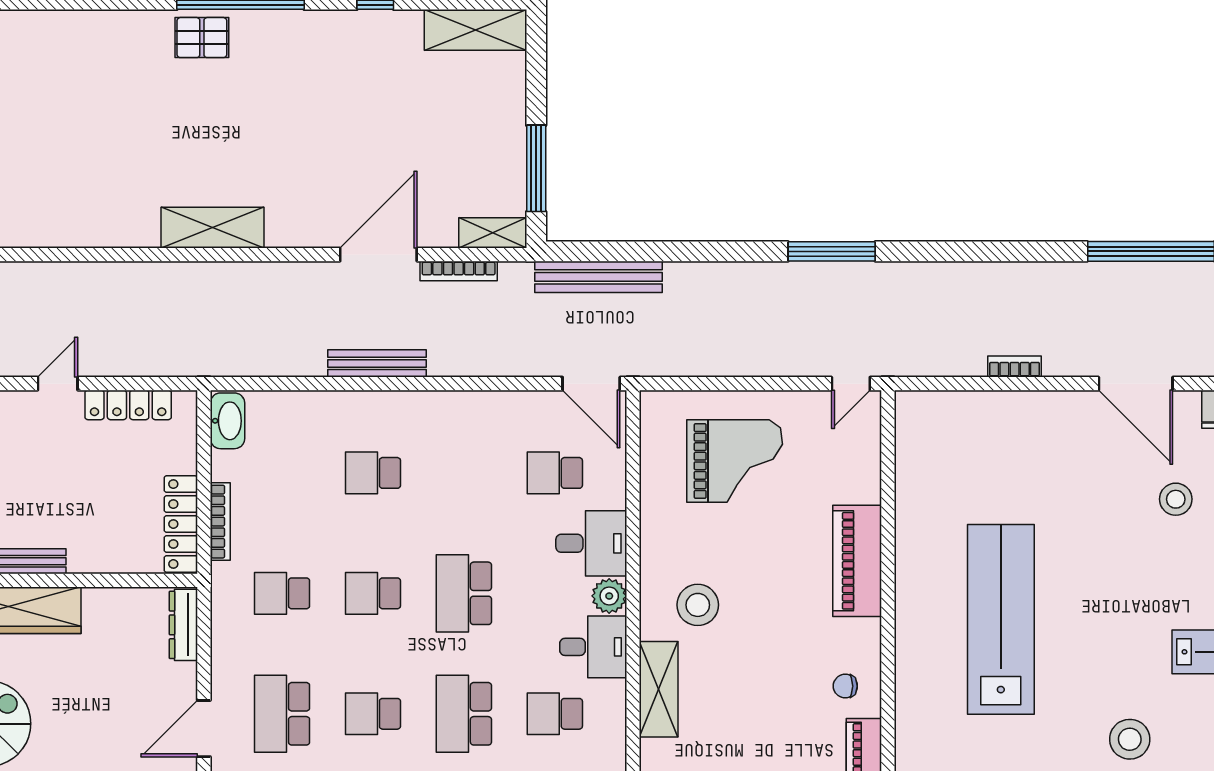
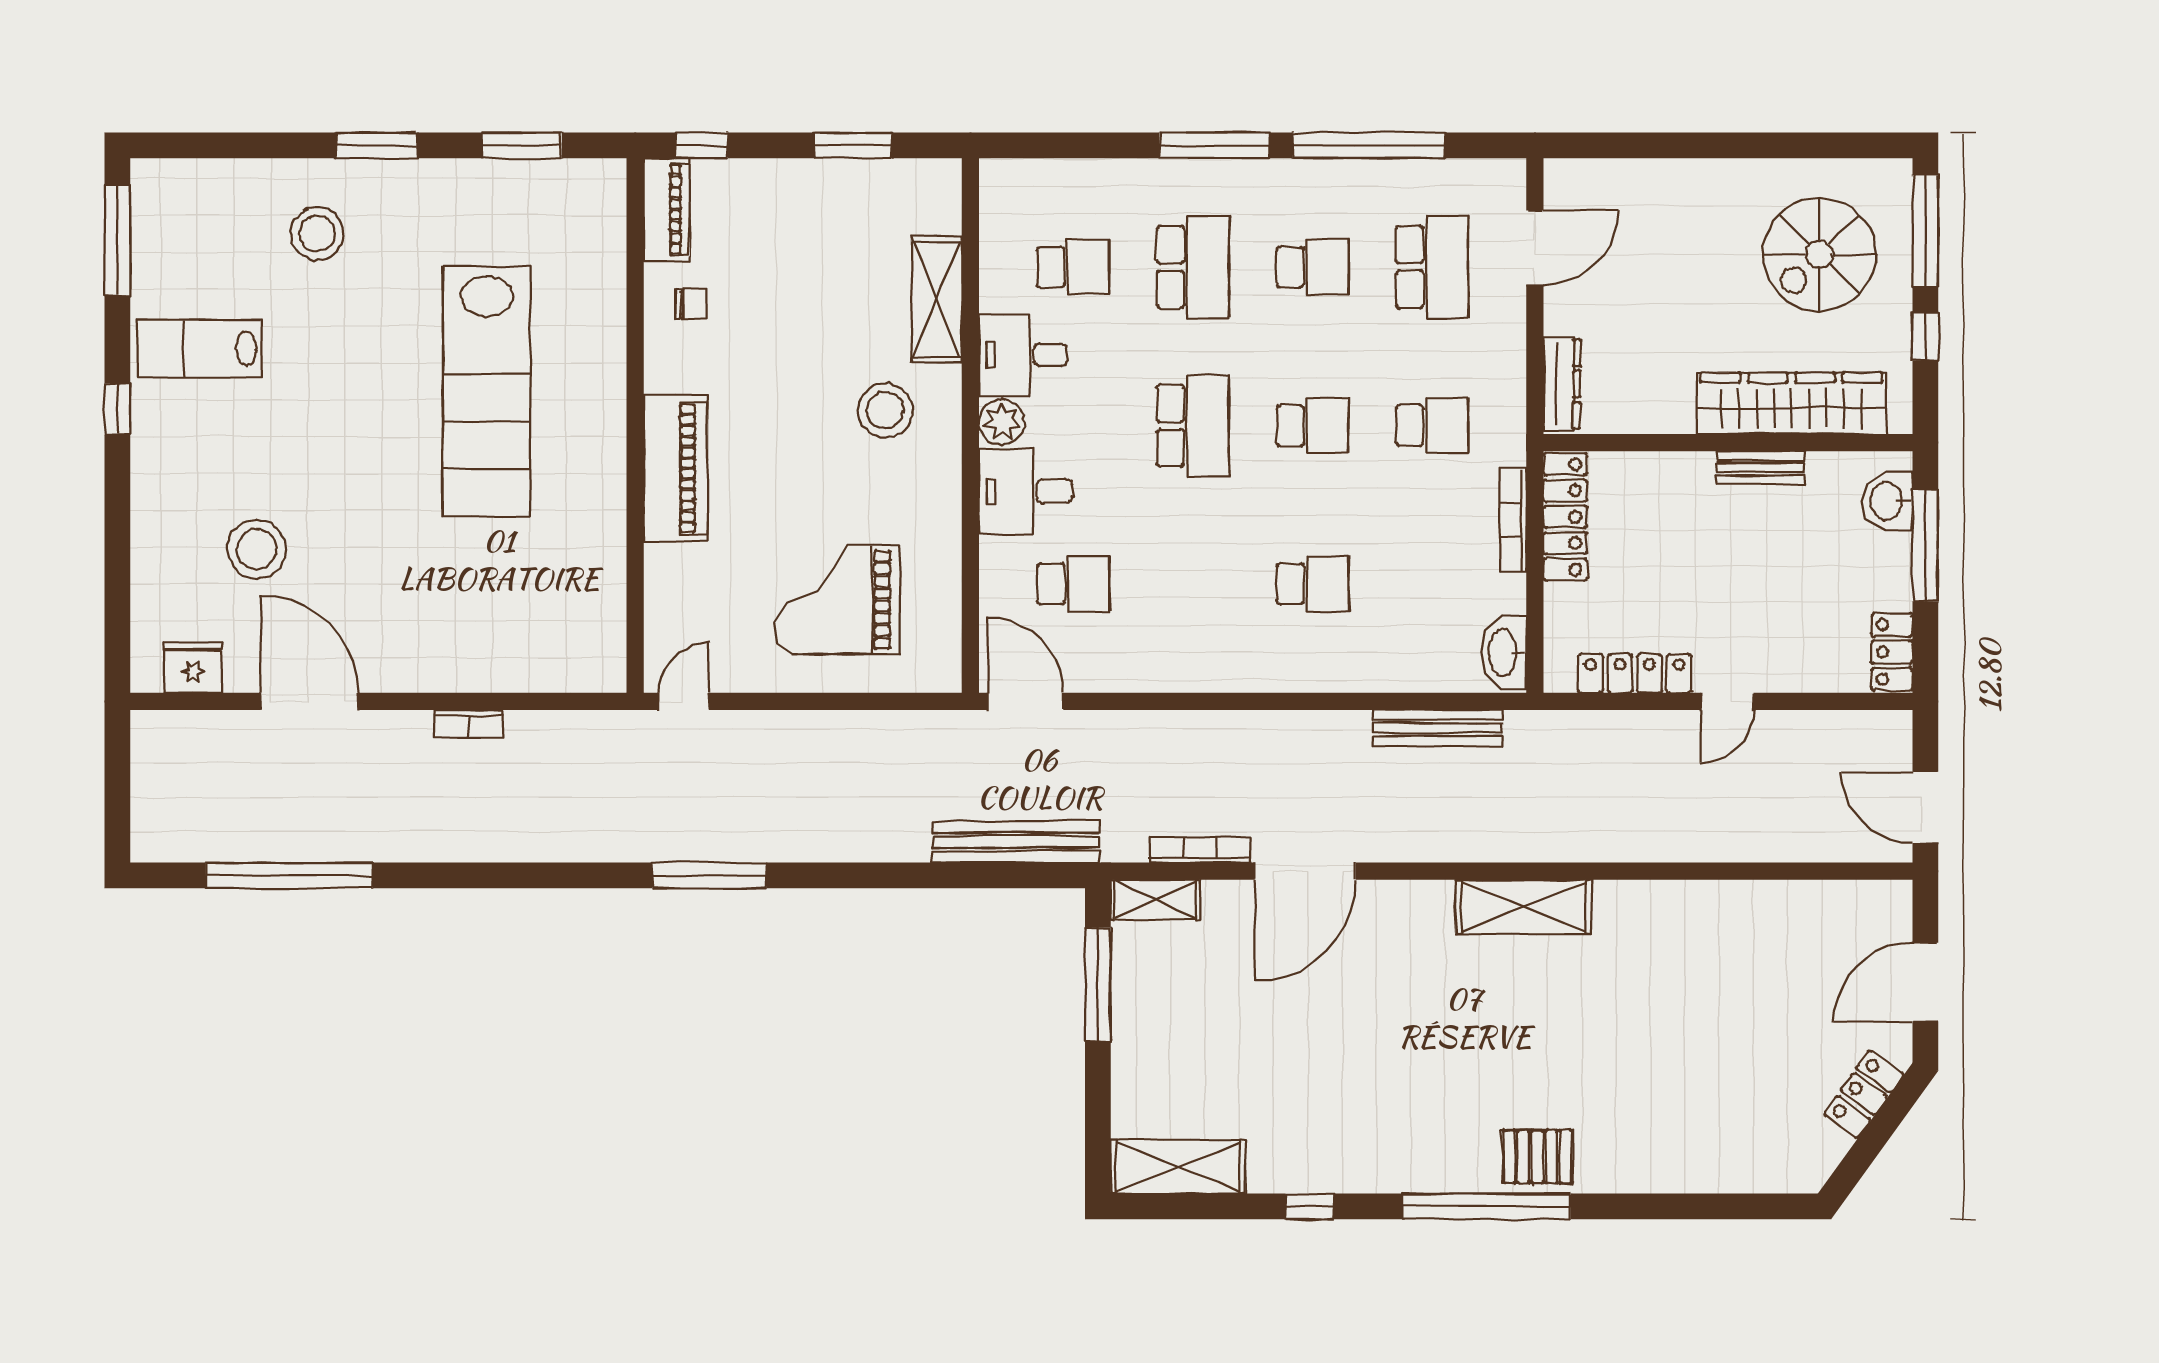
bench: (377, 363) -> (1438, 728), moved
stool: (1176, 499) -> (257, 549), width x1.38, depth x1.38

